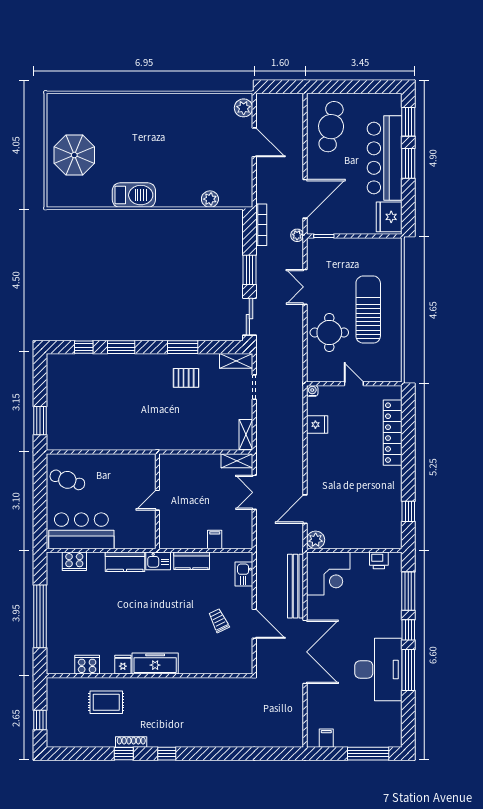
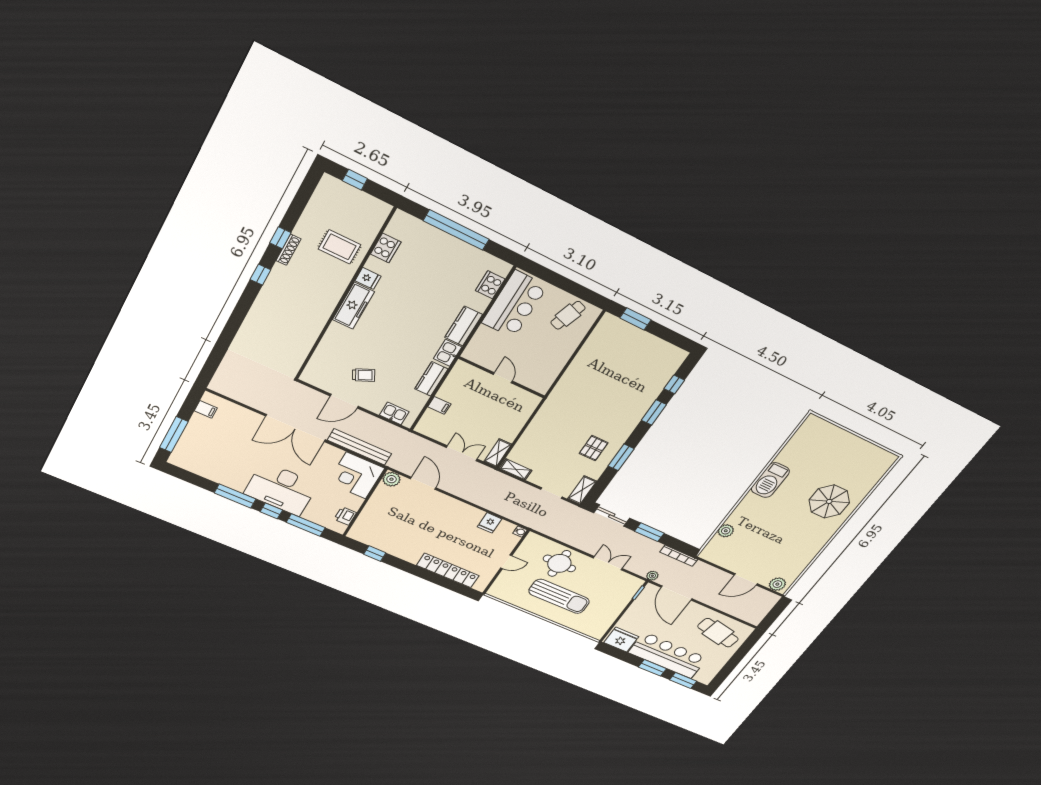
parasol: (74, 155) -> (829, 501), moved
desk: (378, 669) -> (281, 489), moved
rug: (106, 702) -> (340, 247), turned 90

